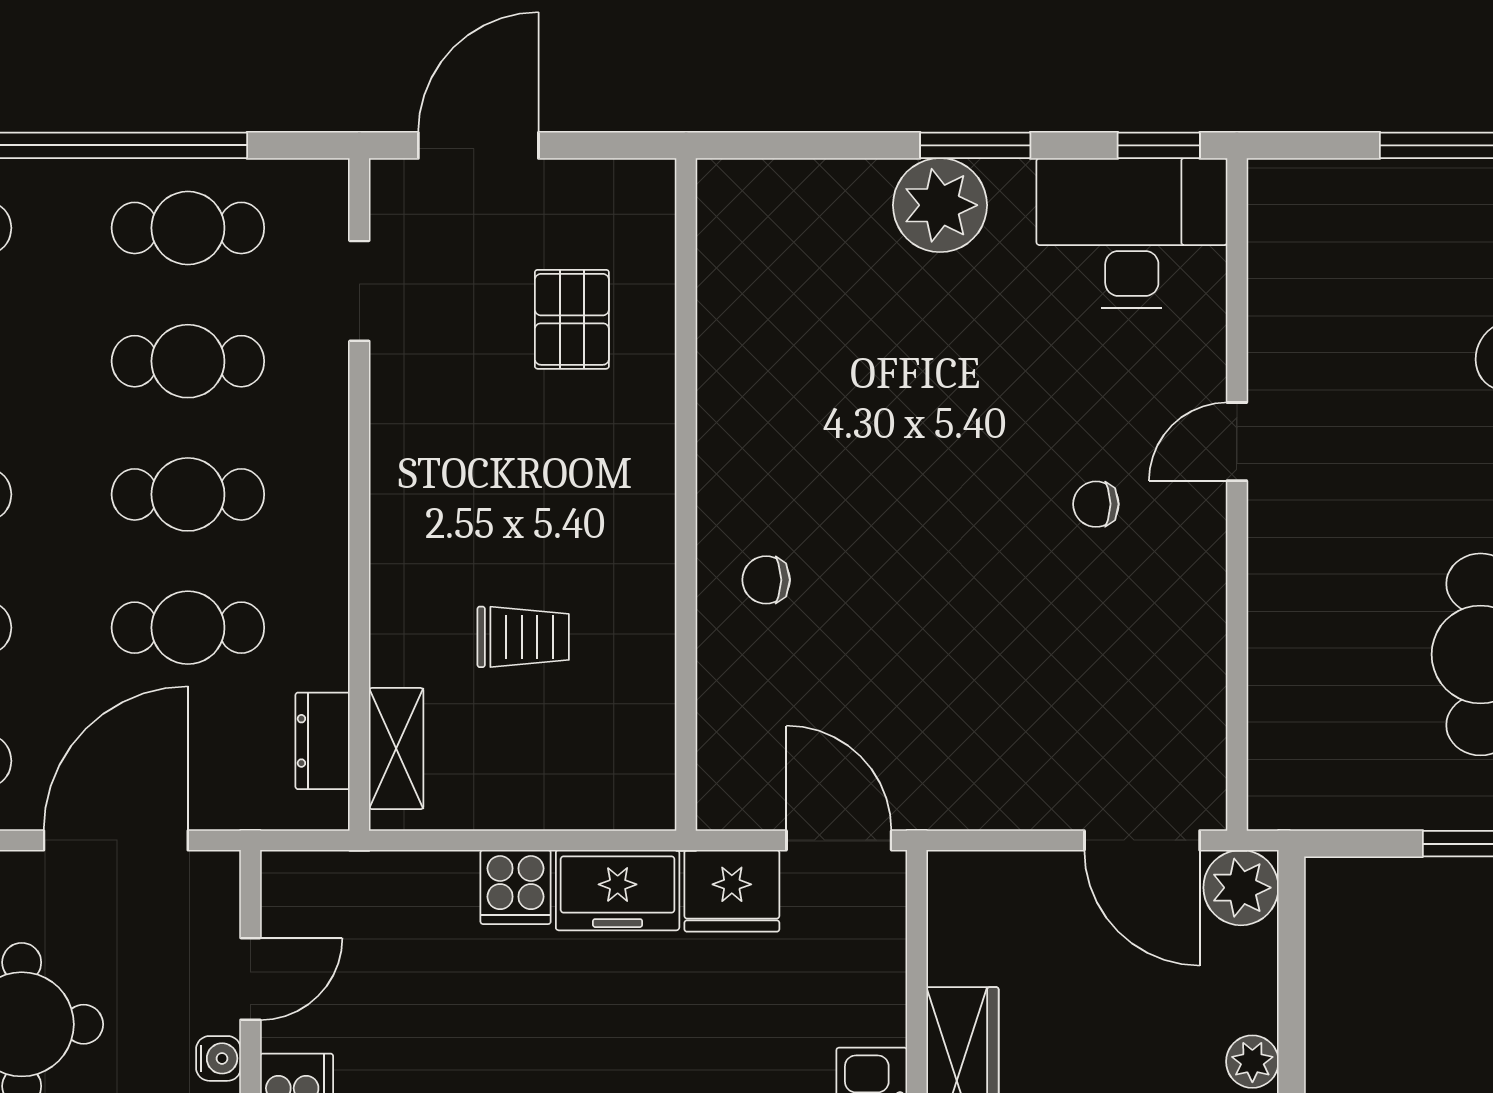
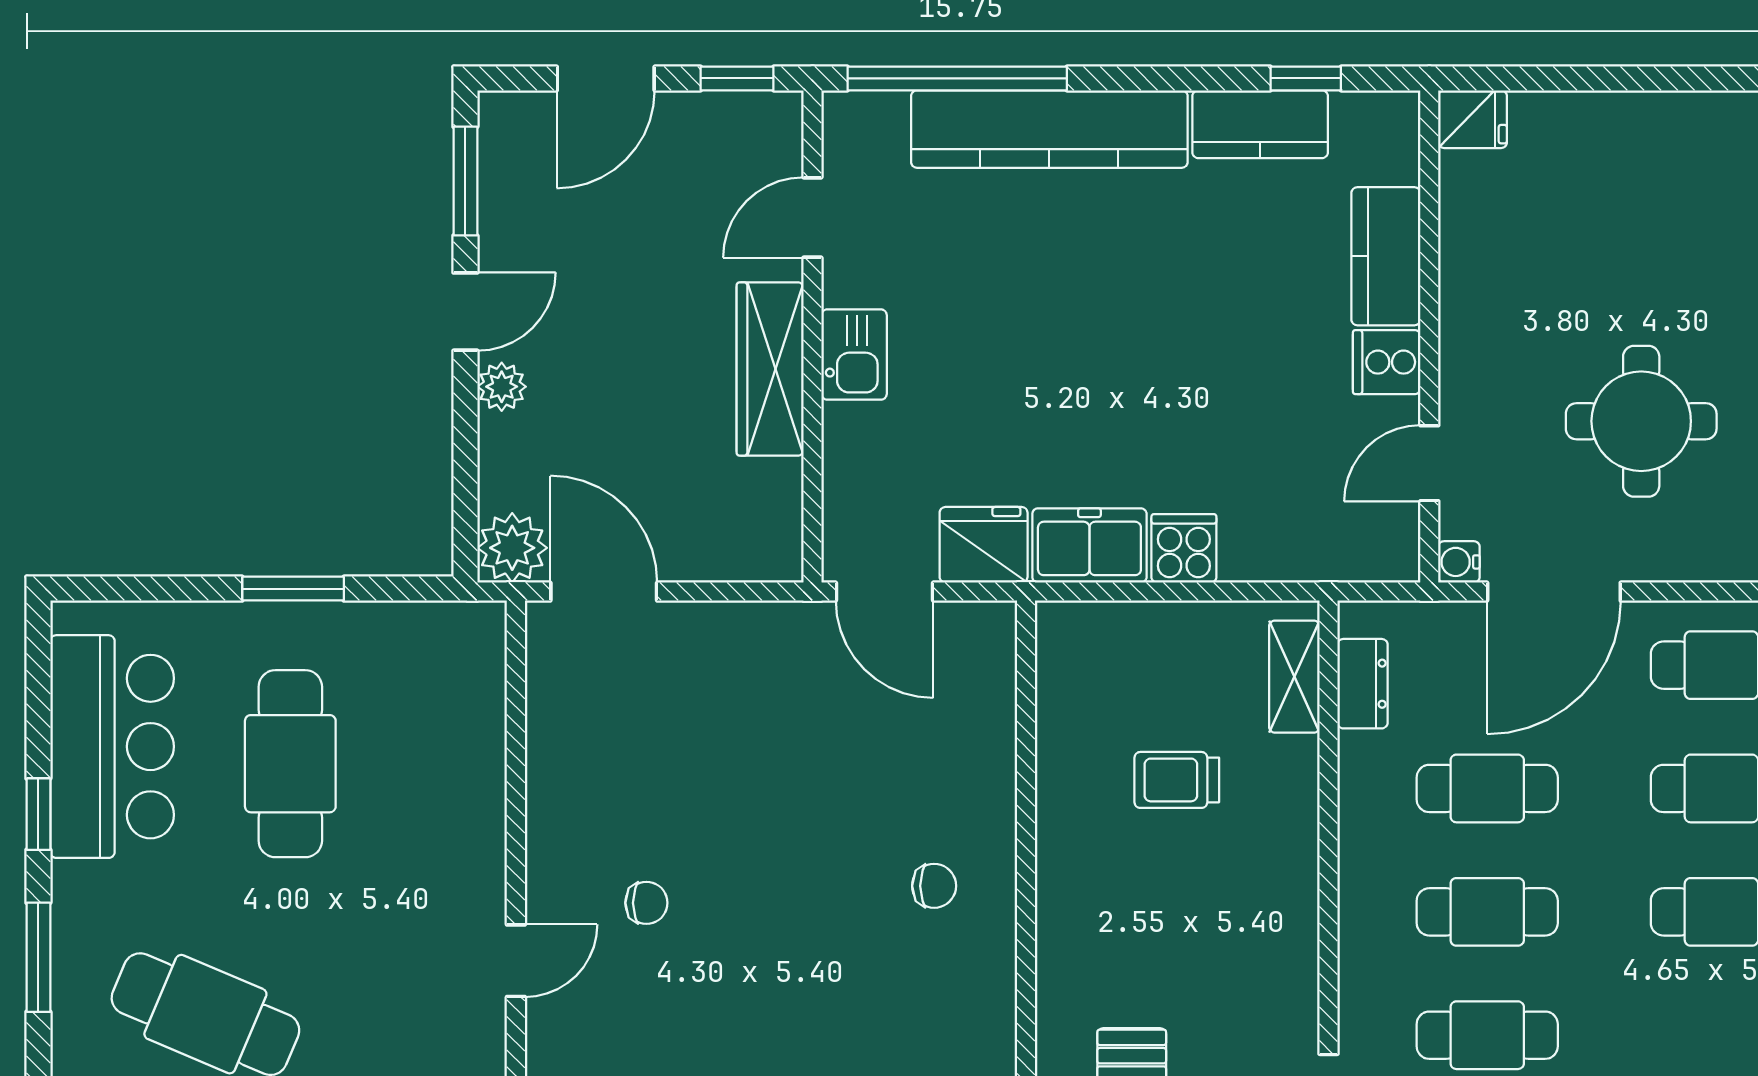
chair: (766, 580) -> (934, 886), moved
water cooler: (218, 1058) -> (1459, 562), moved

